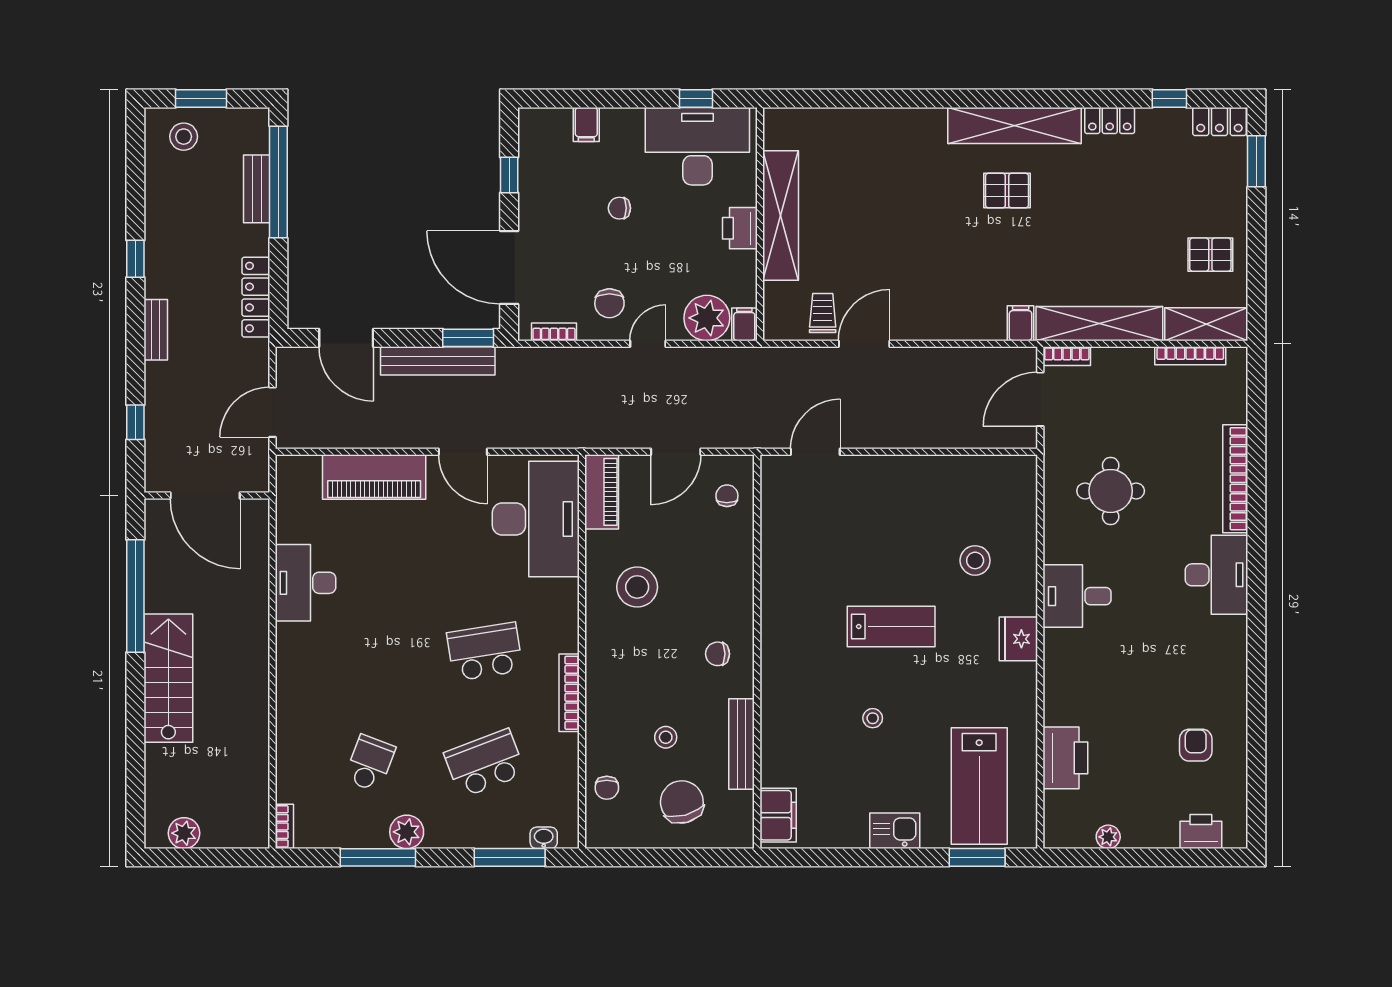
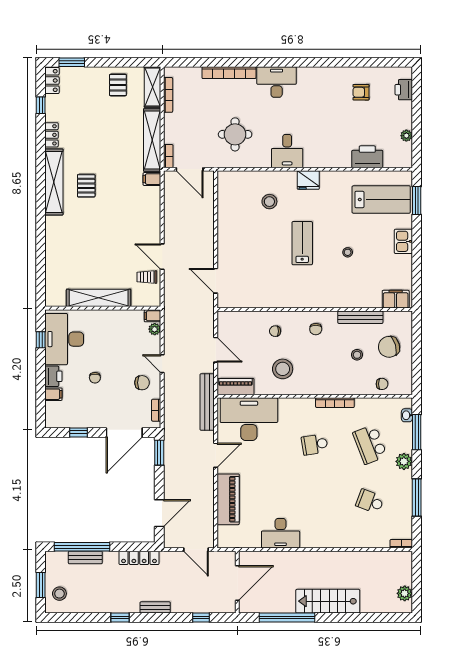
printer: (740, 228) -> (53, 376), moved, turned -90
plant: (707, 318) -> (155, 329), width x0.53, depth x0.53
bench: (438, 361) -> (207, 402), moved
chair: (727, 496) -> (275, 331), moved
school desk: (485, 652) -> (315, 444), width x0.54
plant: (407, 832) -> (404, 461), moved

